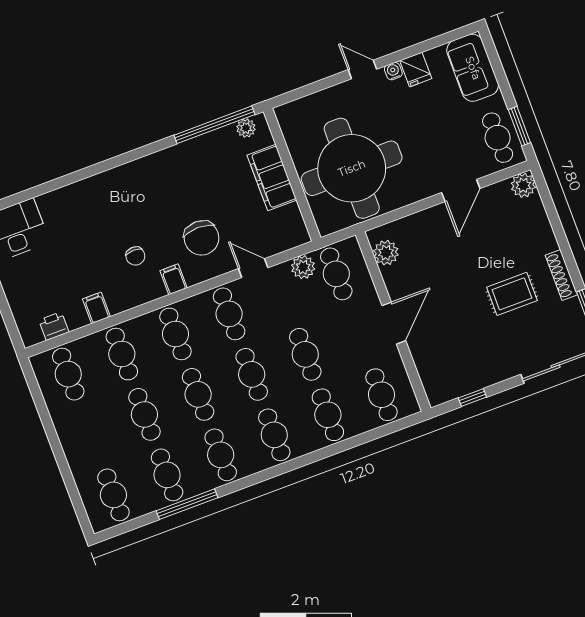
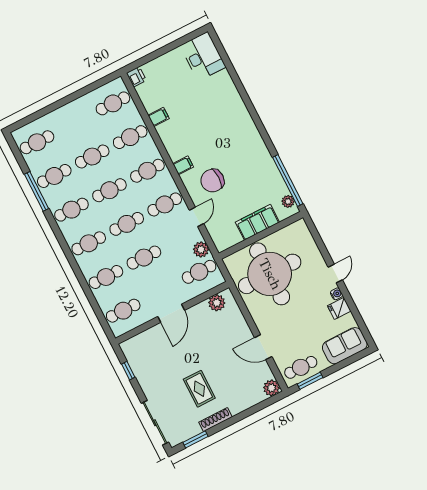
chair: (135, 256) -> (196, 139), removed
door: (394, 323) -> (171, 313), hinge flipped
printer: (54, 326) -> (136, 77), moved

